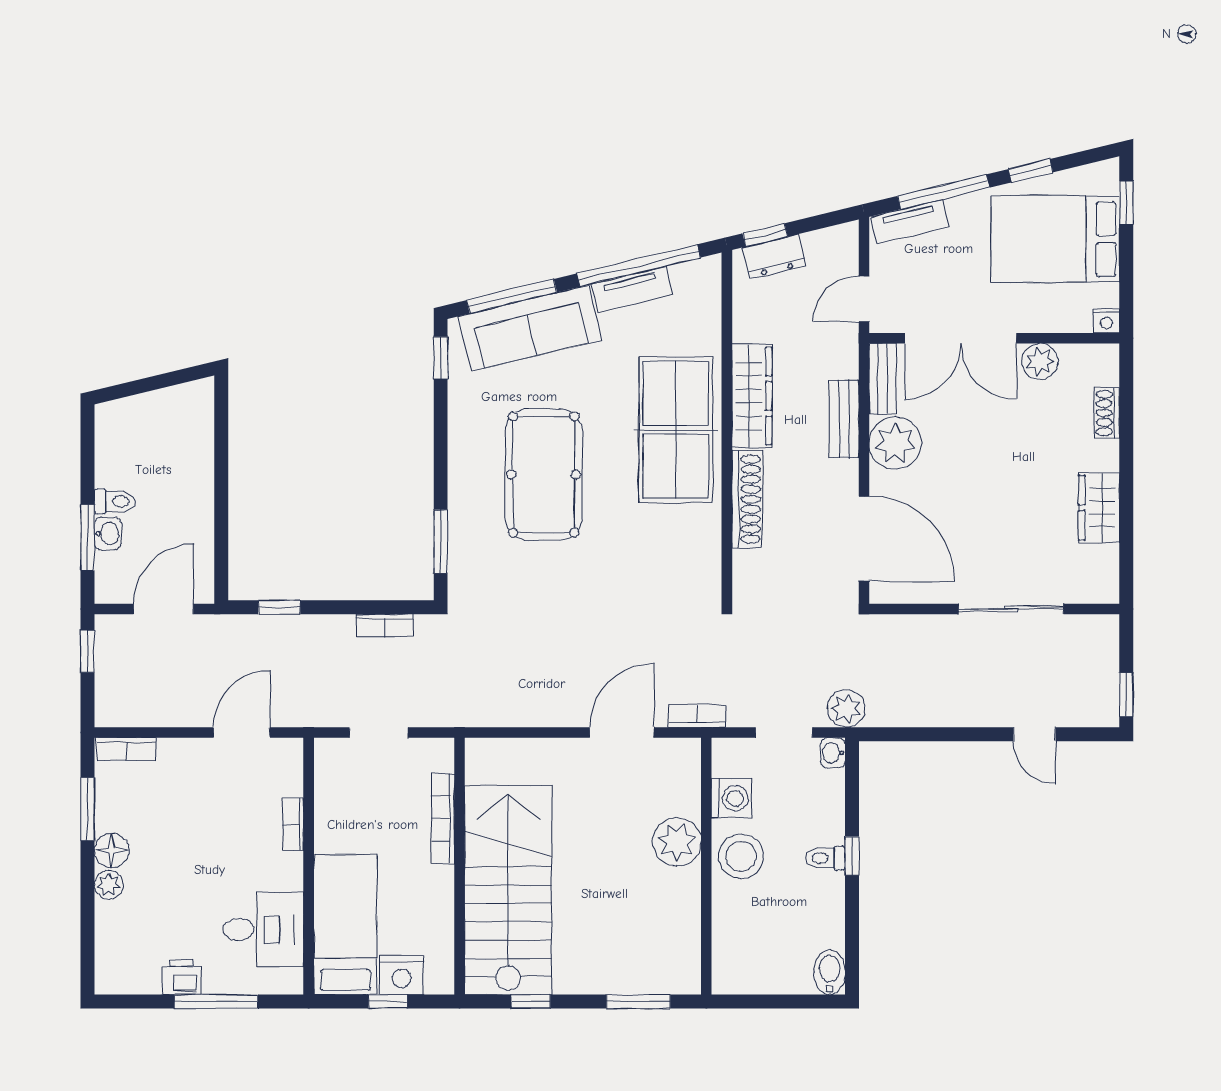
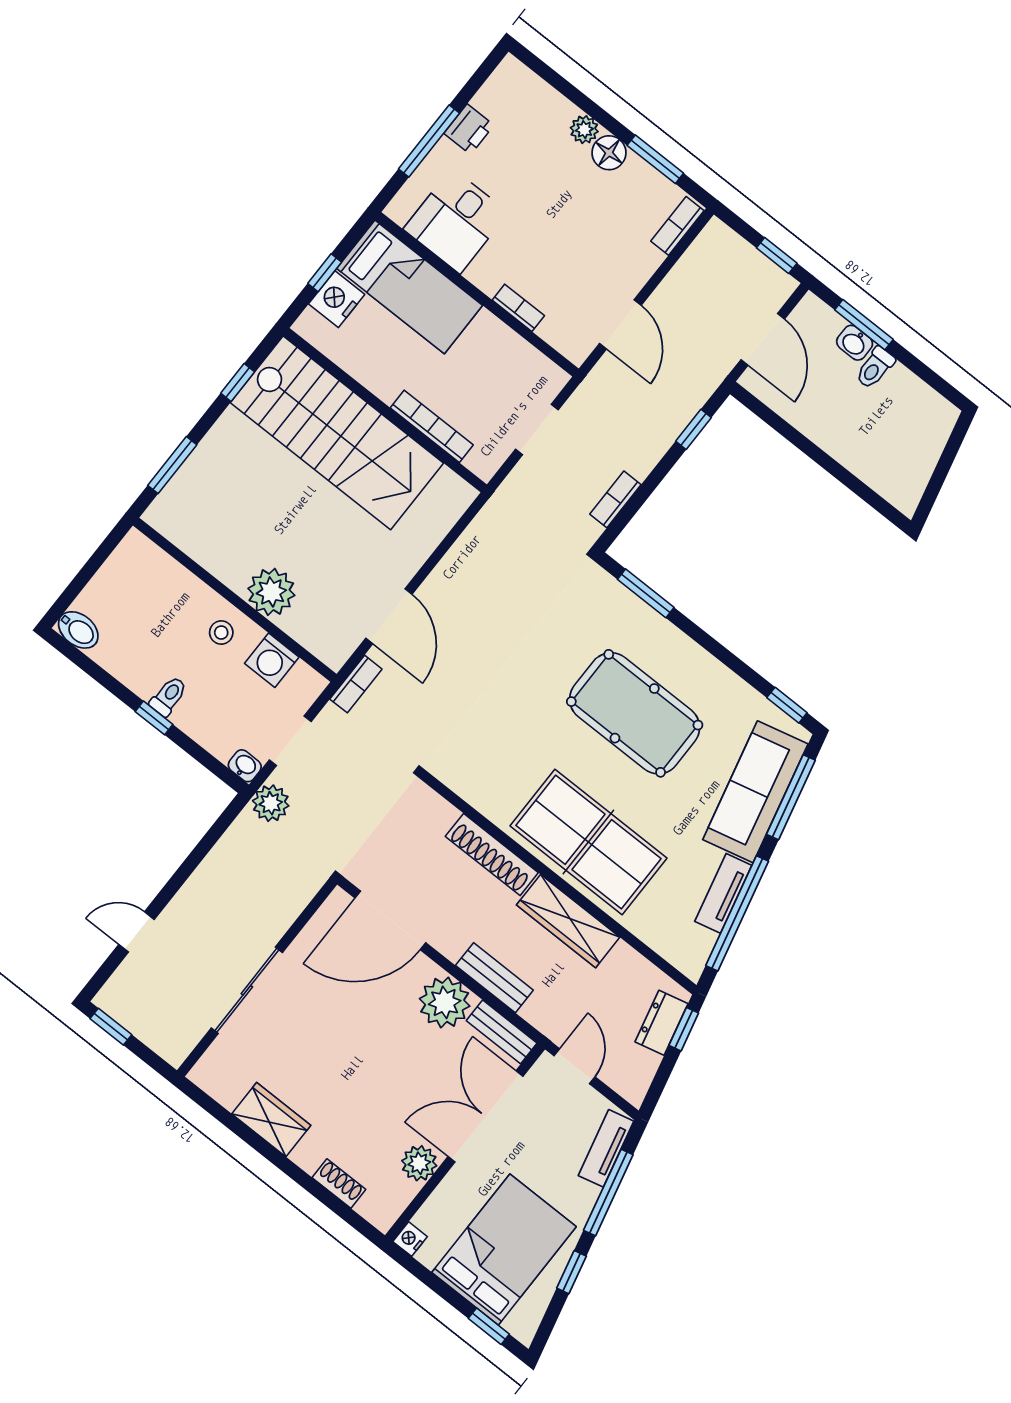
stool: (741, 856) -> (221, 633), width x0.53, depth x0.53

